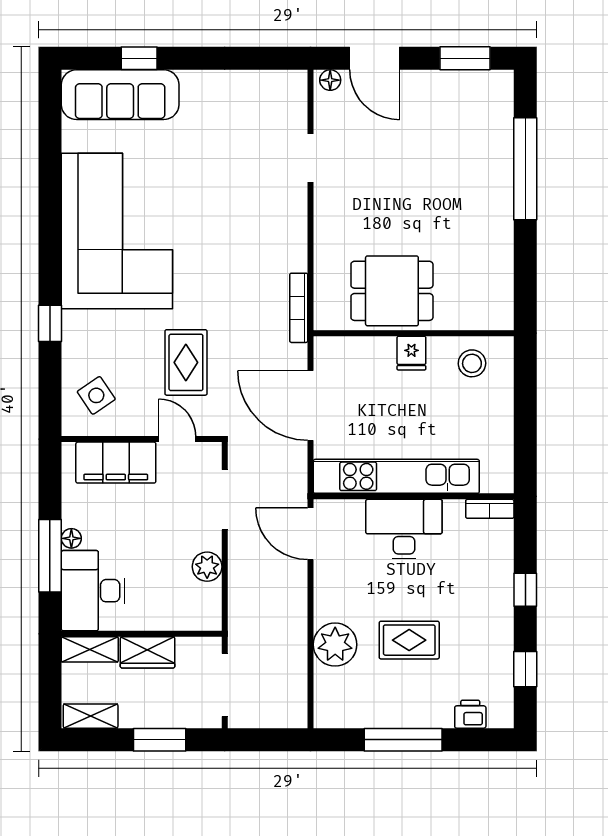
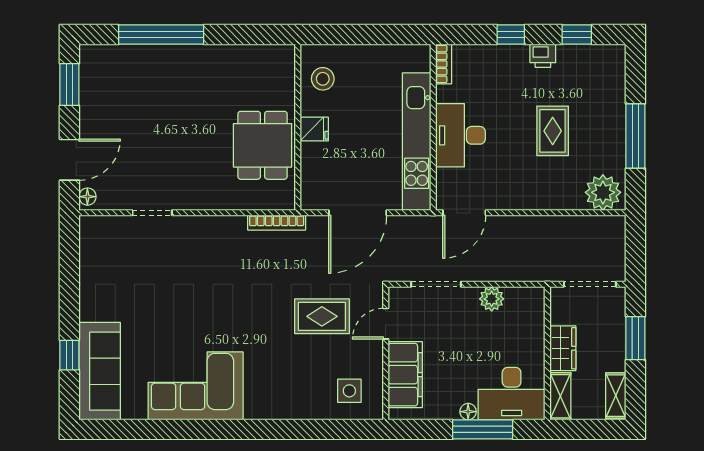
corner sofa: (117, 231) -> (196, 386), width x0.73, depth x0.74
window: (50, 323) -> (290, 429), removed
side table: (96, 395) -> (349, 391), turned 34
plant: (335, 645) -> (603, 192), moved
printer: (470, 714) -> (543, 56), moved, turned -90

